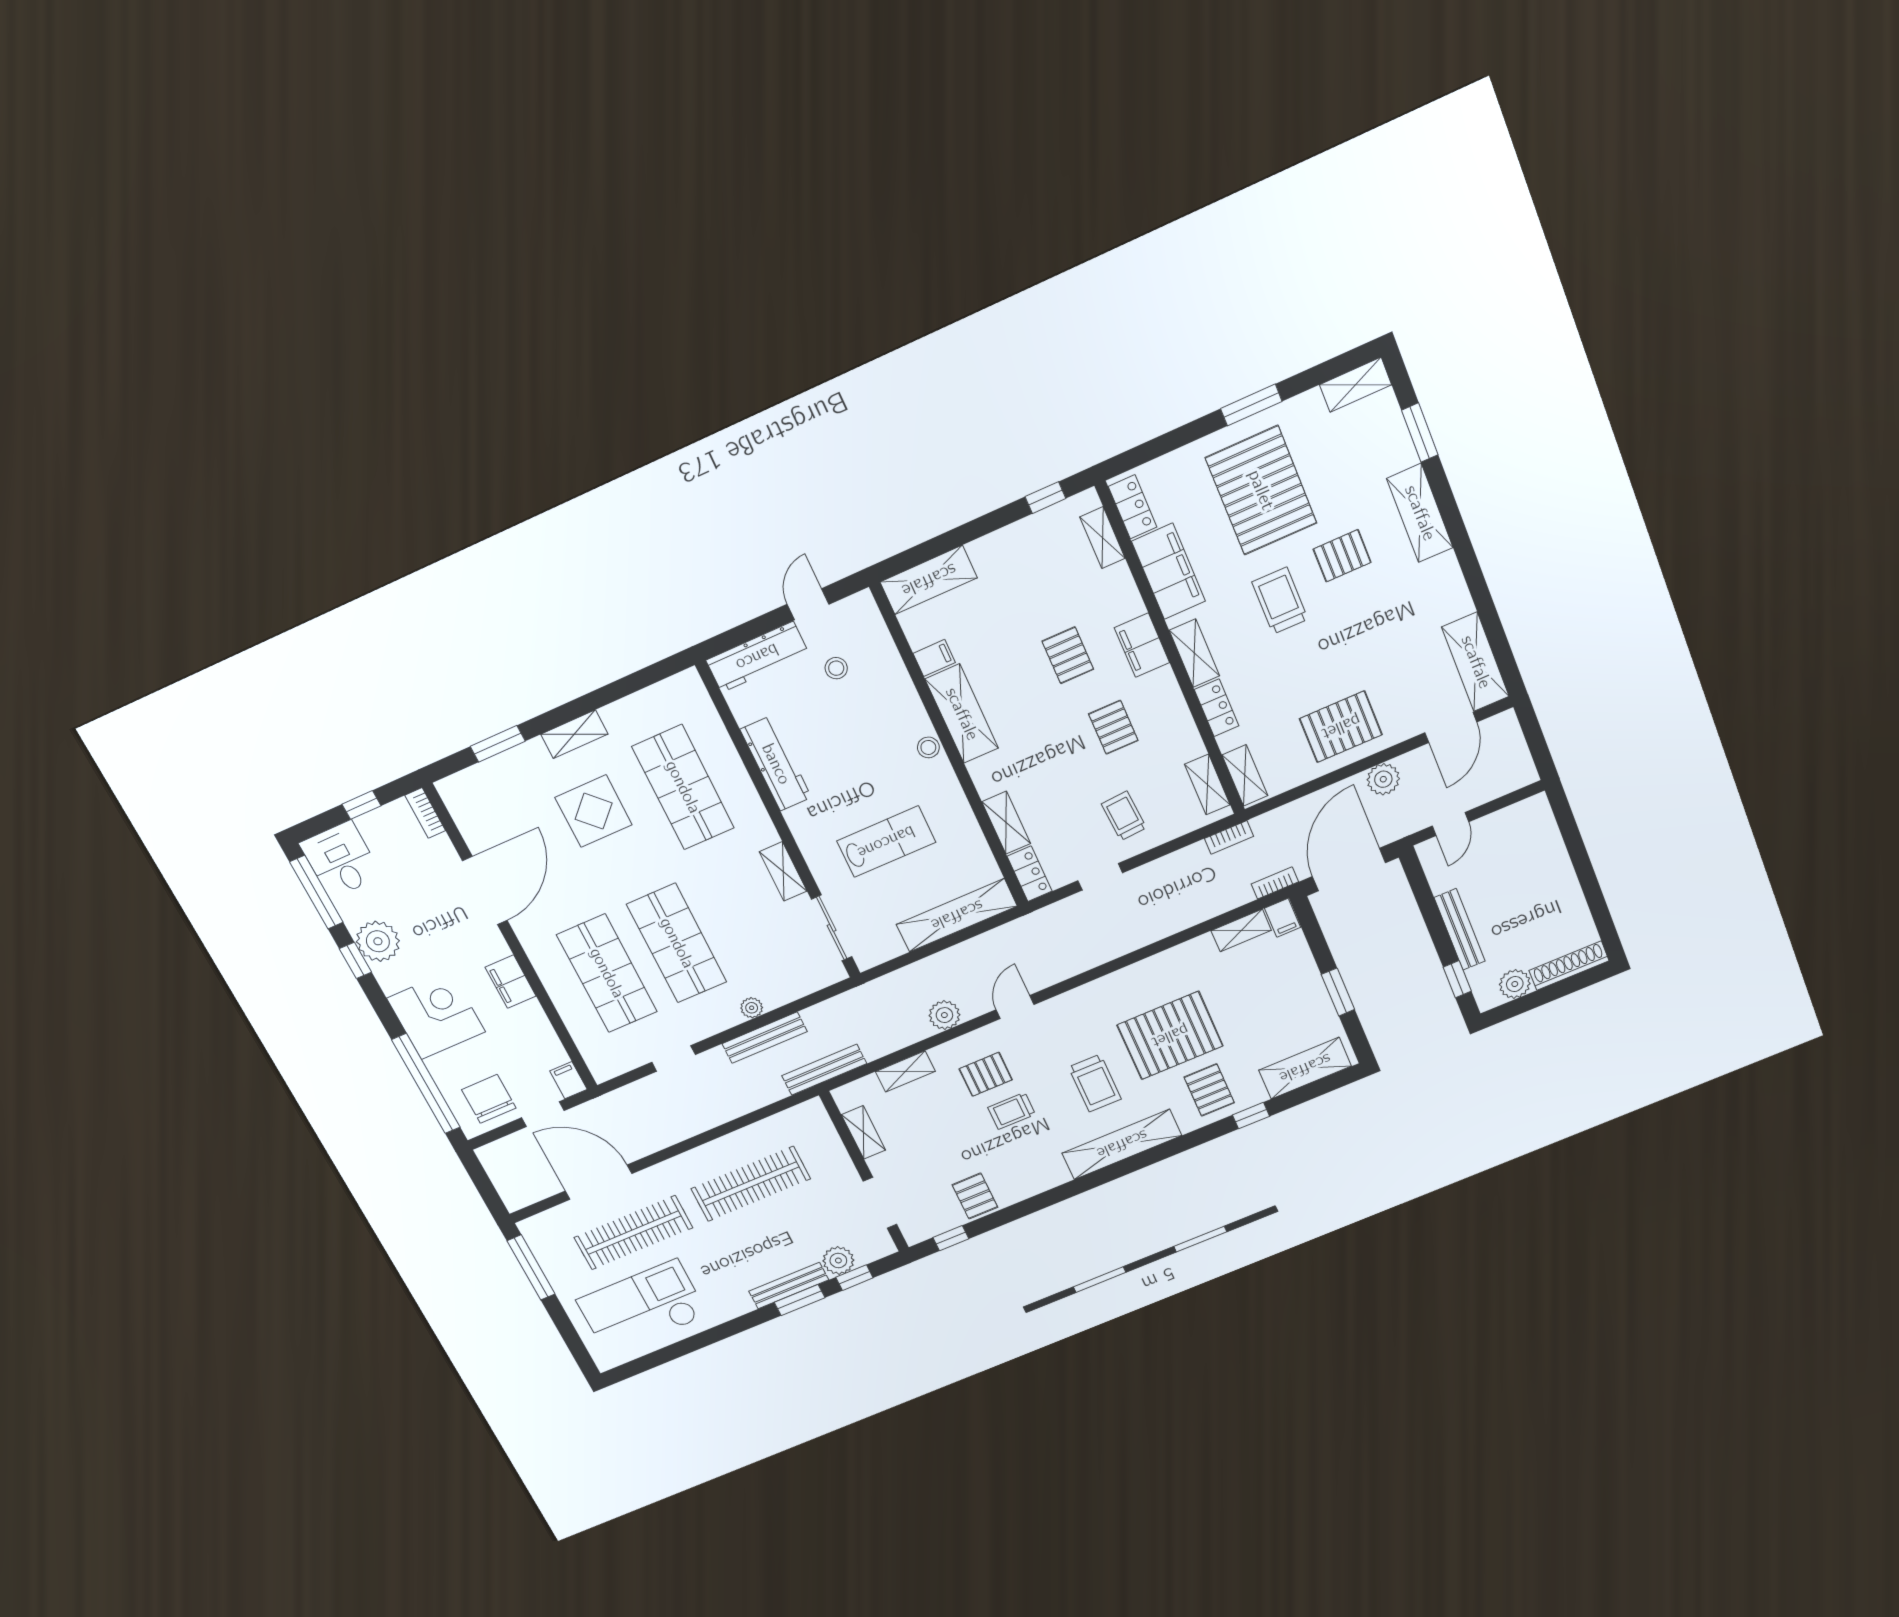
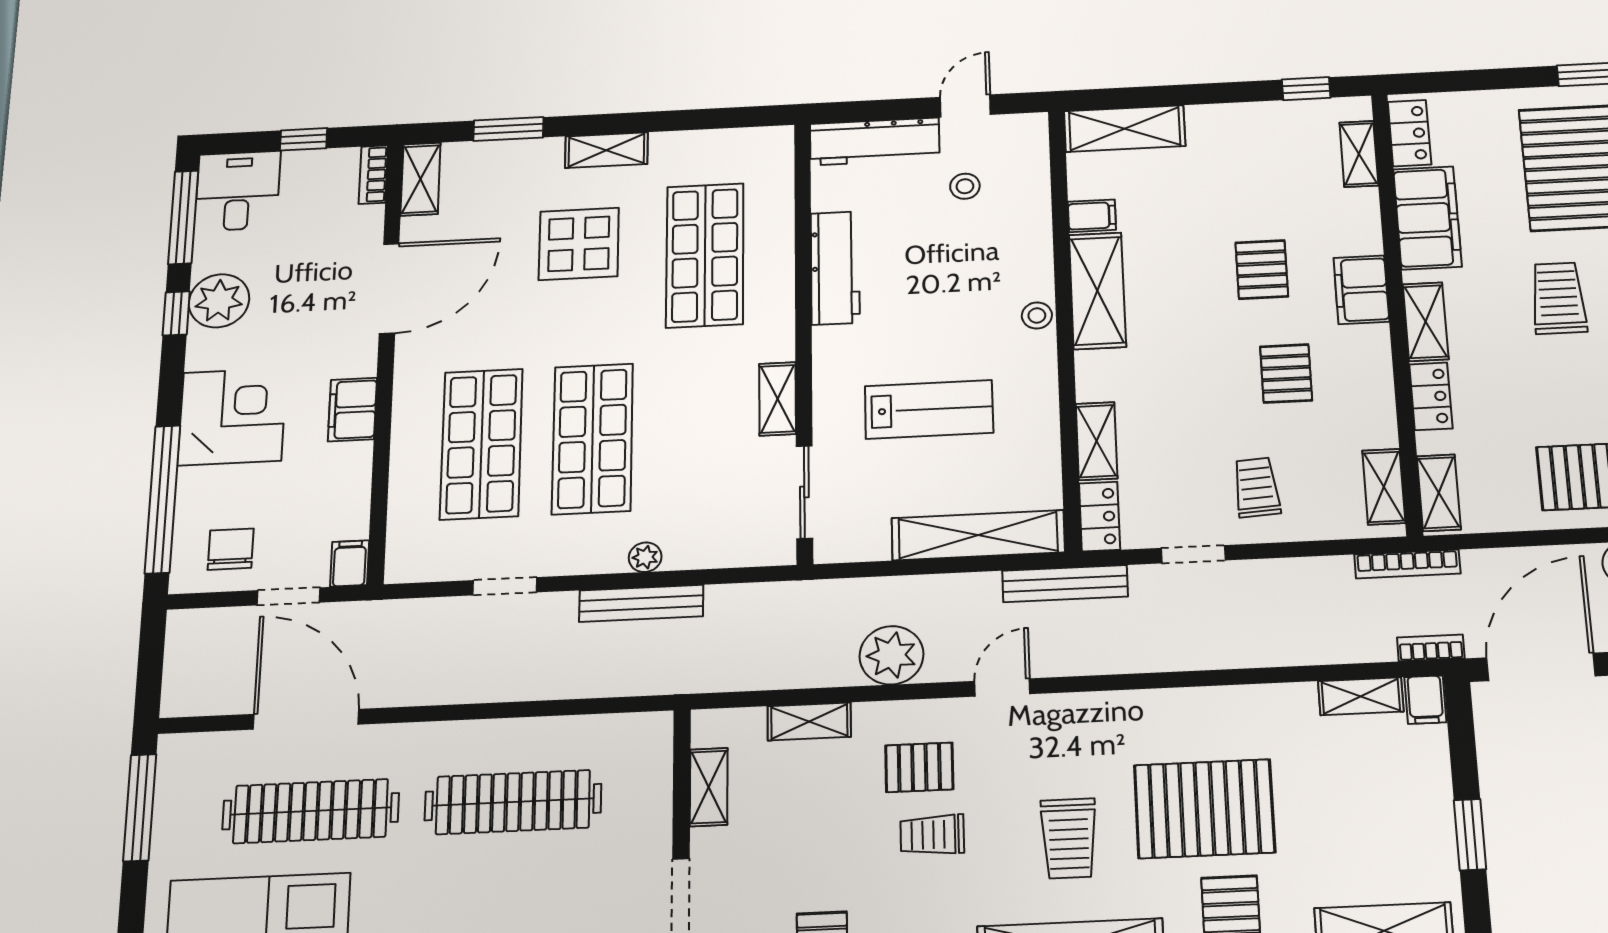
shelving: (459, 804) -> (421, 179), added
bookcase: (1229, 837) -> (1407, 564), width x1.56
plant: (944, 1015) -> (891, 655), width x1.36, depth x1.36
bench: (824, 1070) -> (1065, 584), moved
chair: (489, 1099) -> (231, 549), width x0.73, depth x0.73

